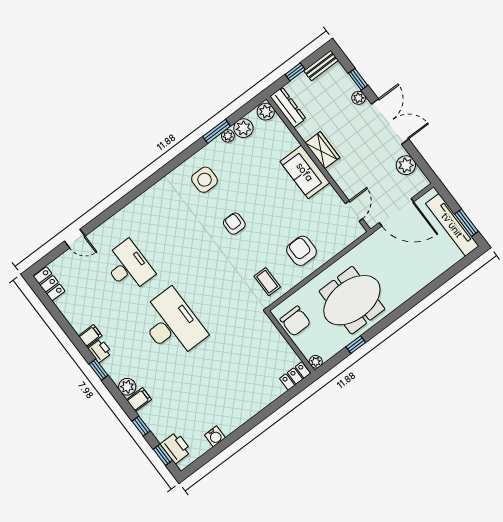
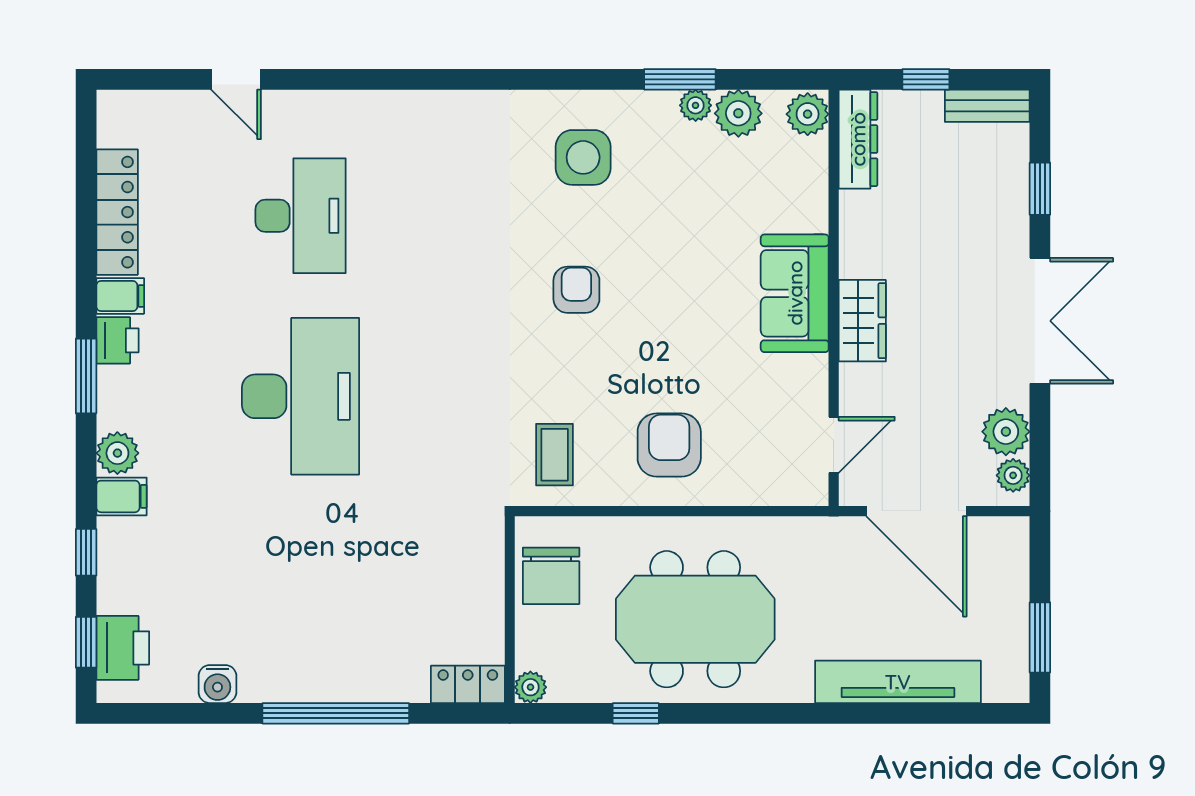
plant: (359, 98) -> (1013, 475), moved
wardrobe: (322, 150) -> (862, 321), moved
tv unit: (452, 225) -> (898, 682), moved, turned 90
locker: (49, 284) -> (117, 212), moved, width x1.53
window: (99, 370) -> (86, 376), width x1.50
window: (260, 417) -> (336, 713), added

